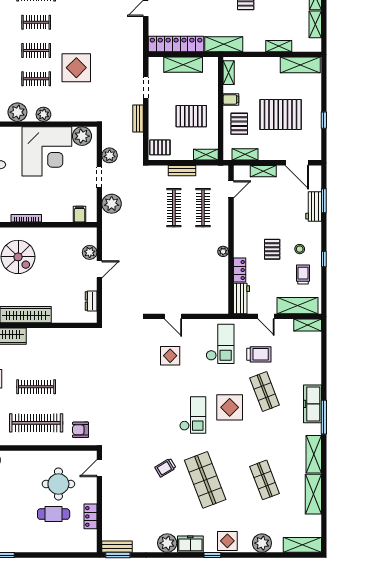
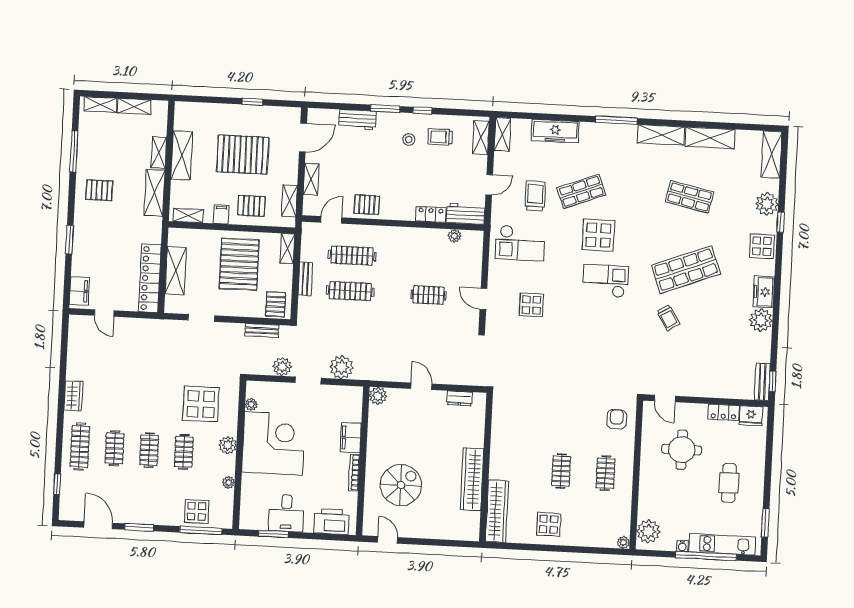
shelving: (224, 44) -> (154, 193), moved
shelving: (300, 65) -> (182, 155), moved
display table: (76, 68) -> (201, 404), moved
plant: (17, 112) -> (229, 482), width x0.53, depth x0.53
pallet: (281, 115) -> (243, 155), turned 90
pallet: (191, 116) -> (239, 264), width x1.37, depth x1.41
bench: (138, 119) -> (262, 331), moved
plant: (82, 136) -> (251, 404), width x0.53, depth x0.53
door: (231, 189) -> (331, 220), hinge flipped
window: (324, 201) -> (385, 109), moved
filing cabinet: (80, 214) -> (351, 438), moved, width x2.00
pallet: (272, 249) -> (367, 205), moved
plant: (223, 251) -> (454, 236), moved
plant: (90, 252) -> (378, 396), moved
clothes rail: (174, 272) -> (429, 295), added
shelving: (297, 306) -> (481, 138), width x0.67, depth x0.75
door: (173, 316) -> (483, 299), swing flipped
checkout: (220, 344) -> (520, 243), turned 180
clothes rail: (36, 387) -> (561, 471), width x0.73
freezer: (312, 404) -> (555, 131), moved
clothes rail: (36, 423) -> (606, 473), width x0.54, depth x0.76
armchair: (81, 430) -> (617, 419), turned 180
shop shelf: (265, 480) -> (690, 197), turned 33
cafe table: (54, 514) -> (729, 483), moved
fridge: (89, 539) -> (751, 416), added
window: (118, 555) -> (773, 381), width x0.67
window: (212, 555) -> (781, 222), moved

